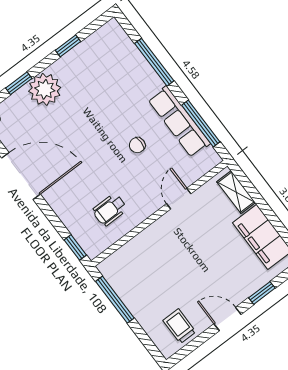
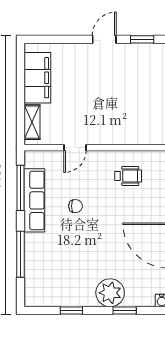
window: (262, 293) -> (142, 39), moved
door: (228, 319) -> (104, 39), swing flipped
trolley: (179, 326) -> (141, 60), removed

